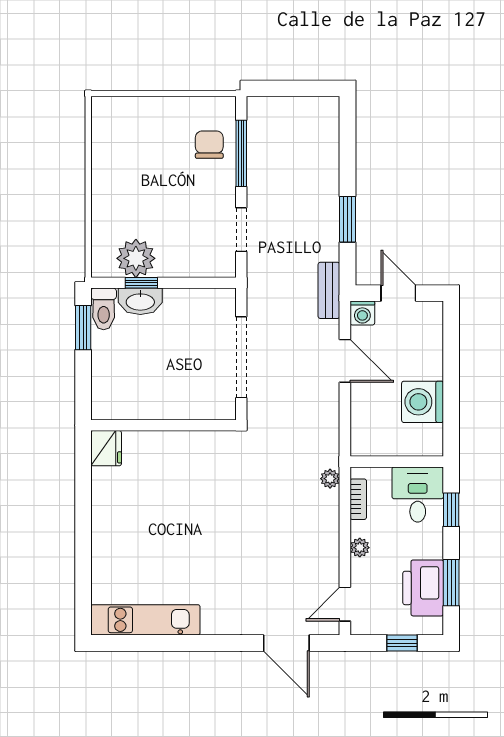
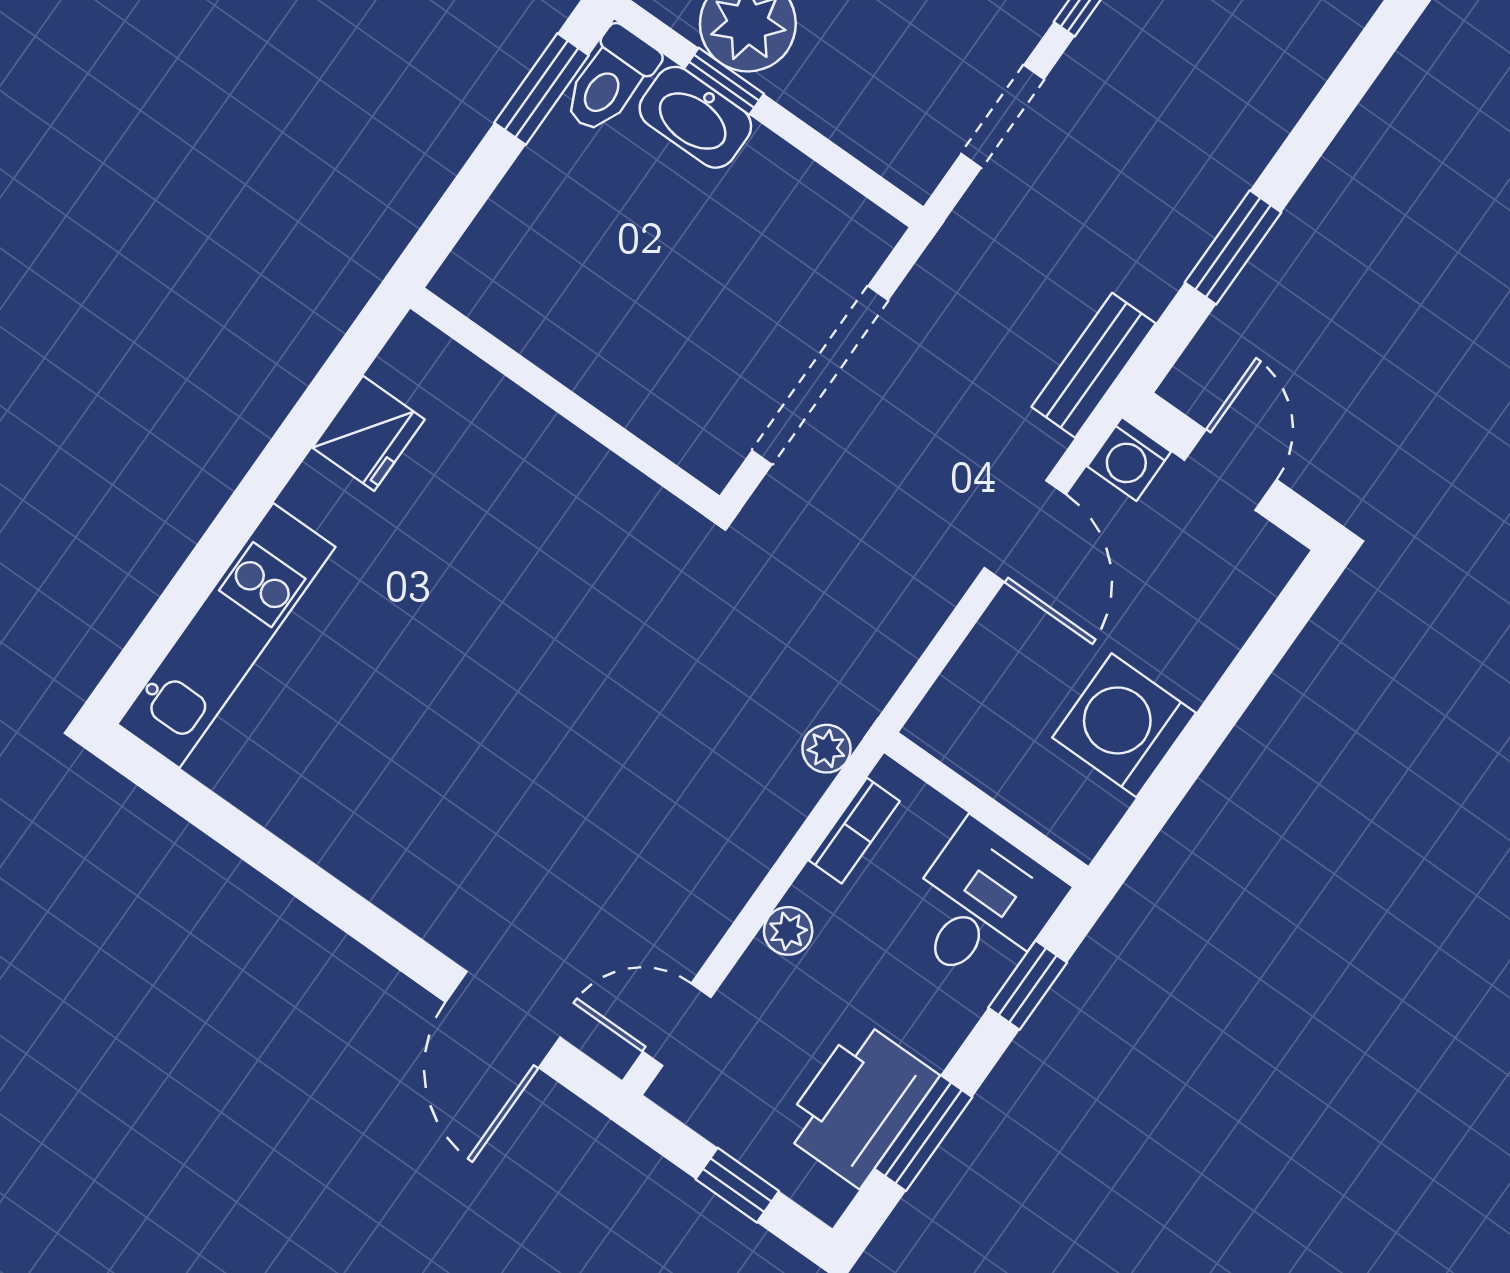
fridge: (106, 448) -> (368, 433), moved
kitchen unit: (145, 620) -> (226, 635), moved, turned 90

